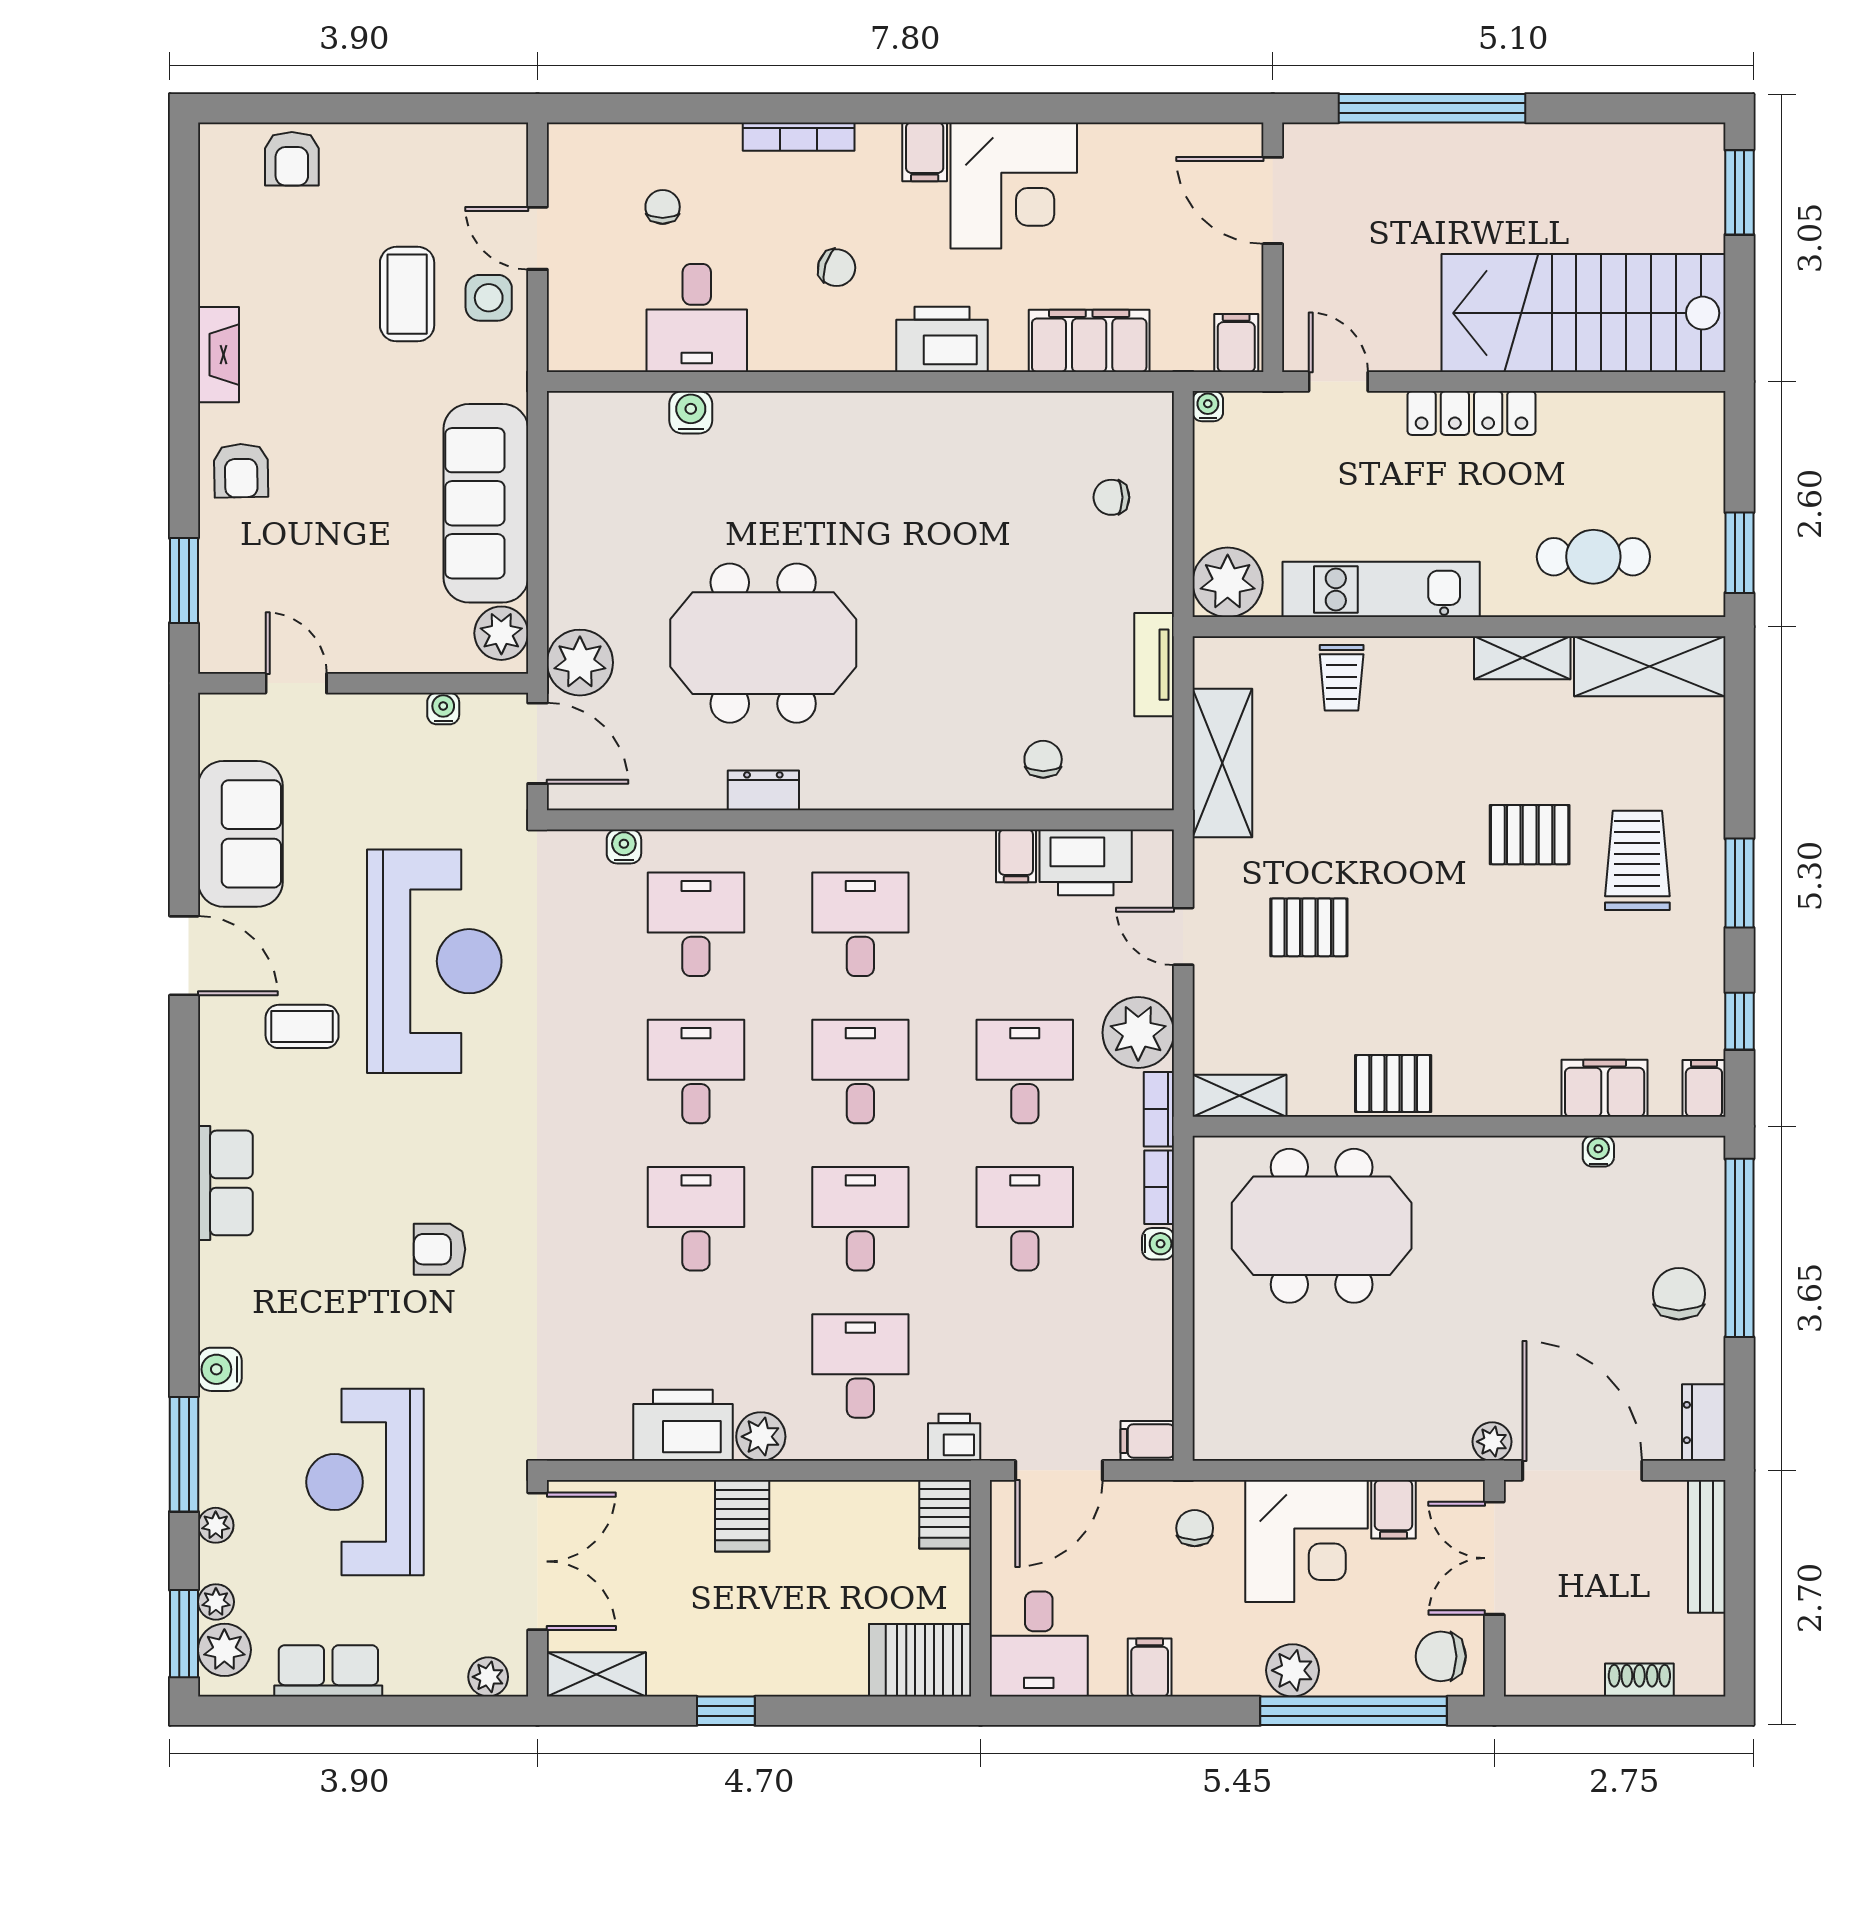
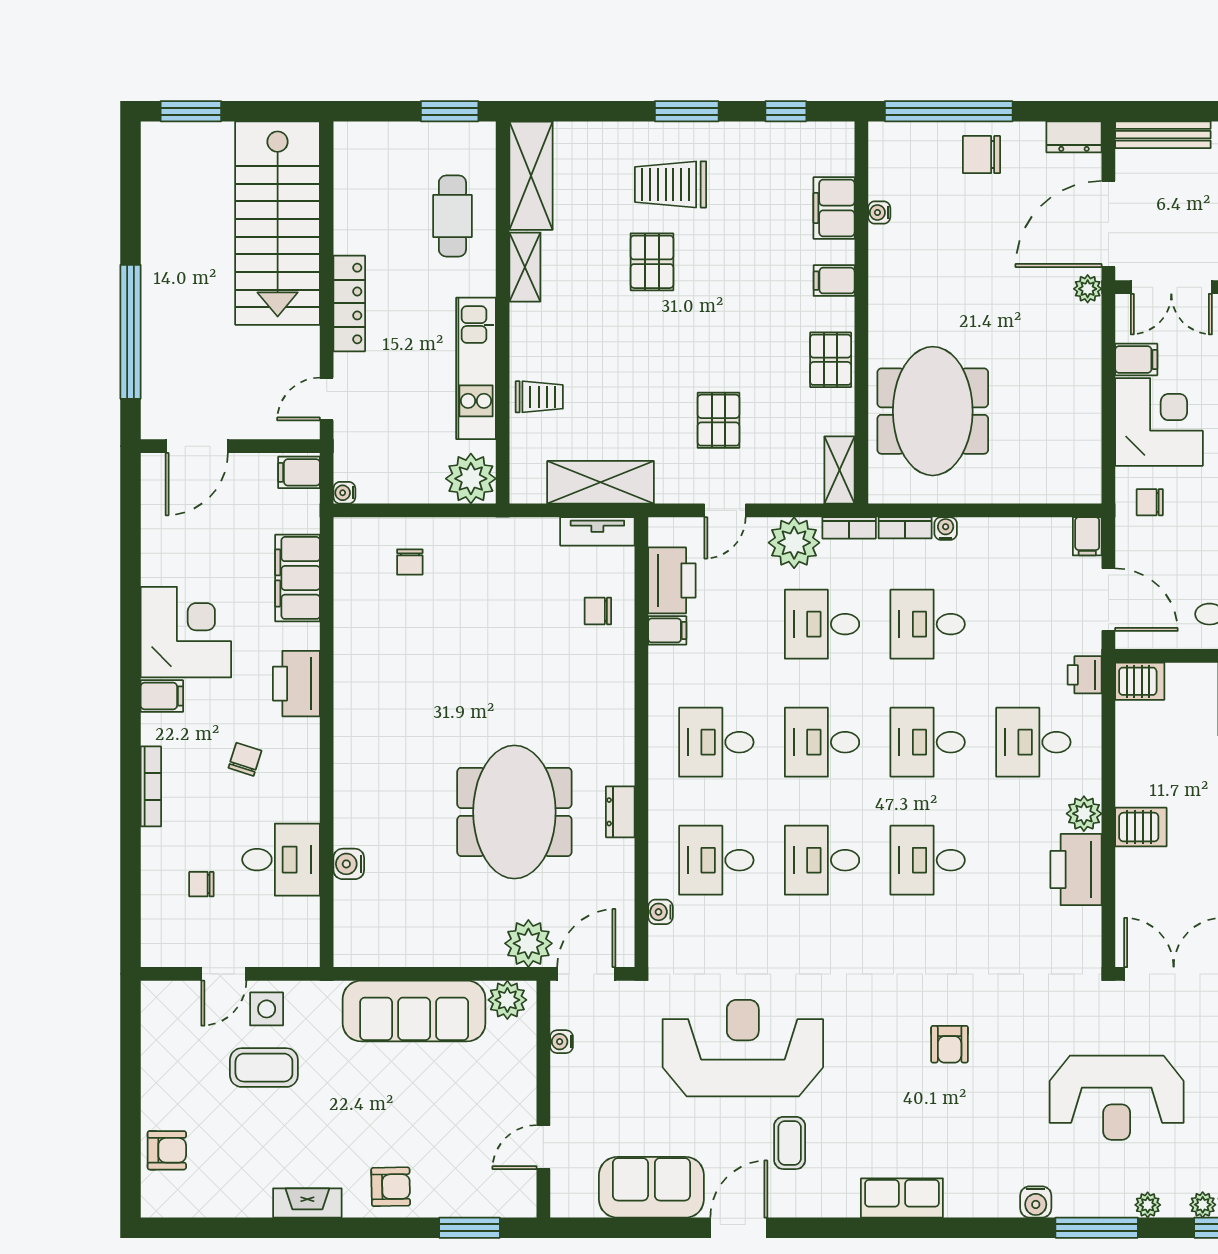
tv unit: (1154, 665) -> (597, 531), moved
filing cabinet: (1704, 1088) -> (834, 281), moved

